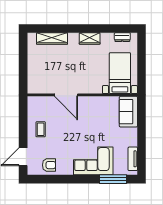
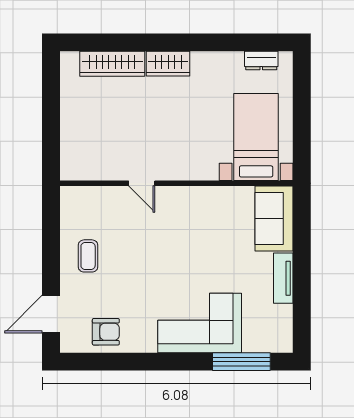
wardrobe: (90, 39) -> (168, 64), moved
door: (66, 95) -> (142, 183), width x0.53
tv unit: (133, 159) -> (283, 278), moved

